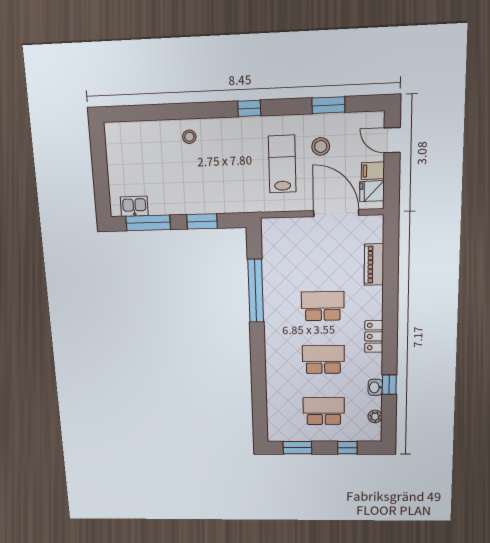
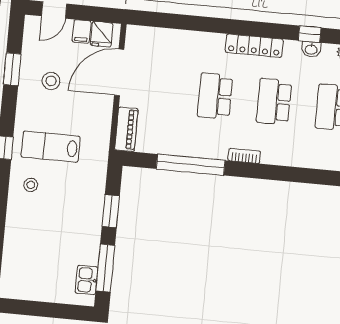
stool: (189, 137) -> (31, 185), moved
lab bench: (282, 164) -> (51, 147), moved
piano: (374, 265) -> (126, 129), moved, turned -90
locker: (374, 336) -> (254, 46), width x1.53
bookcase: (270, 338) -> (244, 156), added

